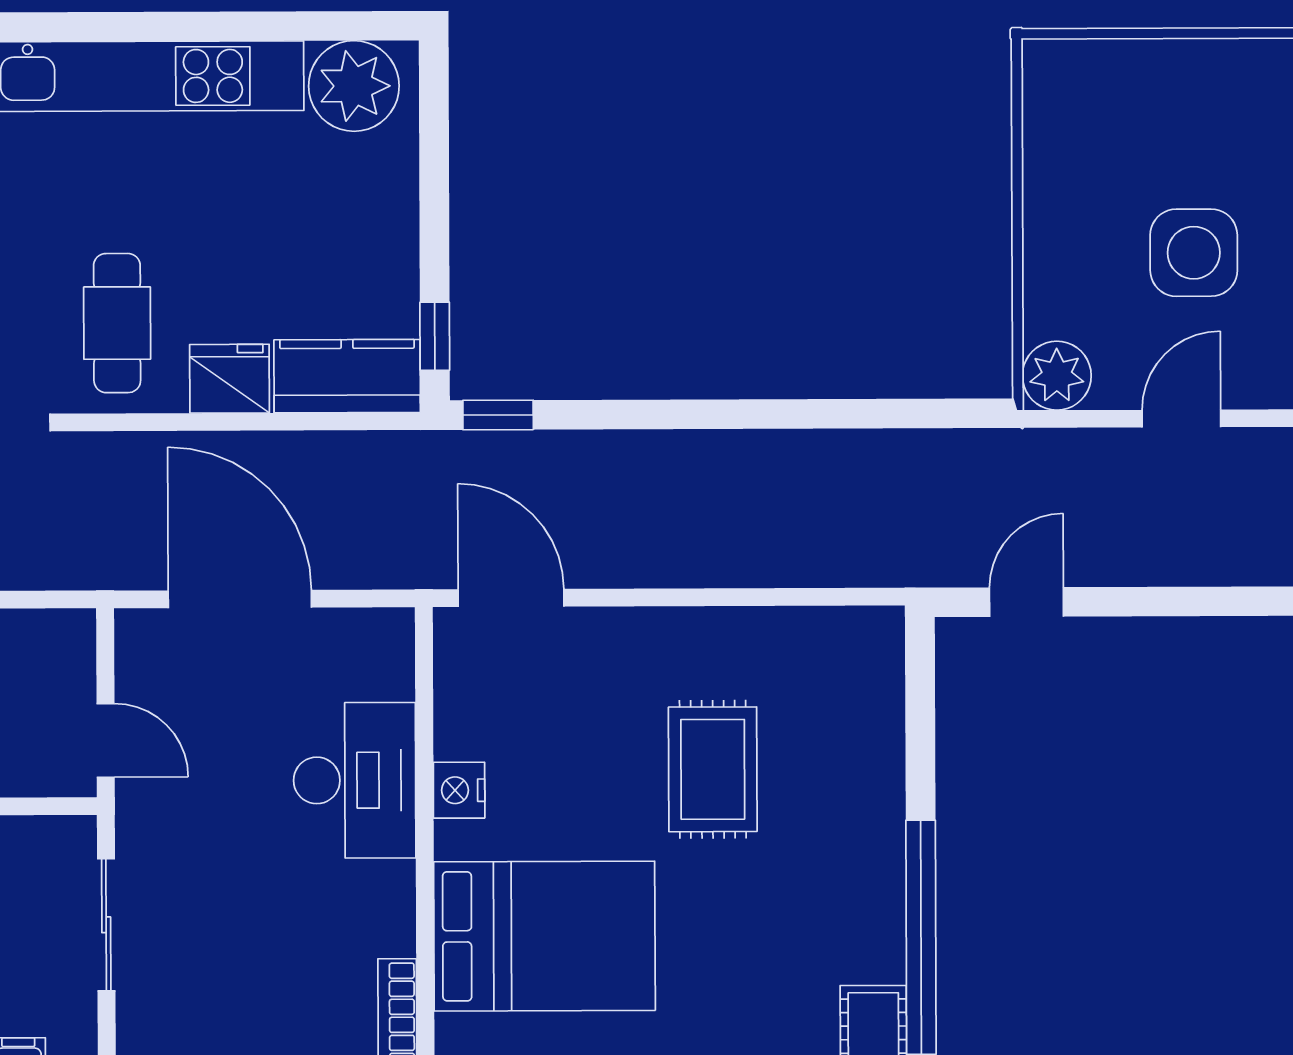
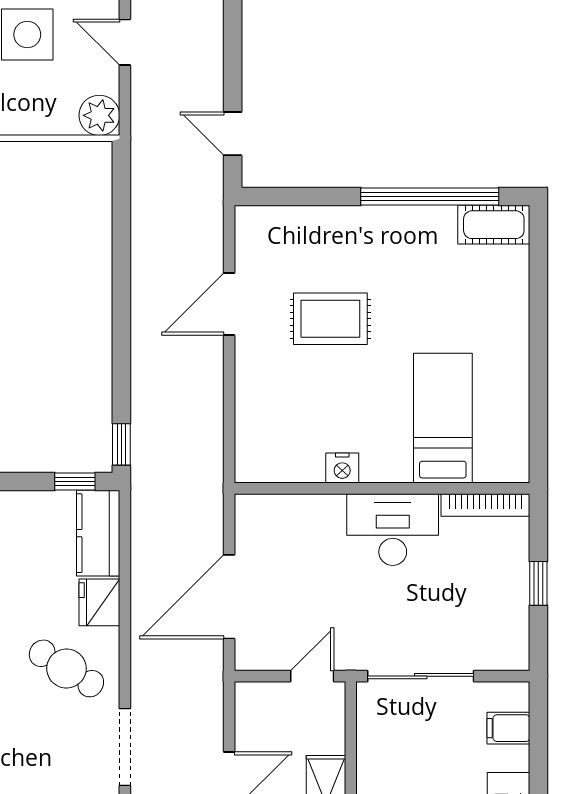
cafe table: (117, 323) -> (66, 668), turned 32
door: (511, 598) -> (229, 304), moved
desk: (355, 780) -> (393, 530), moved
sliding door: (106, 925) -> (421, 676), width x1.37
bed: (544, 936) -> (443, 418), width x0.67

